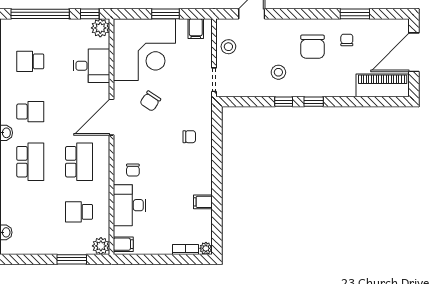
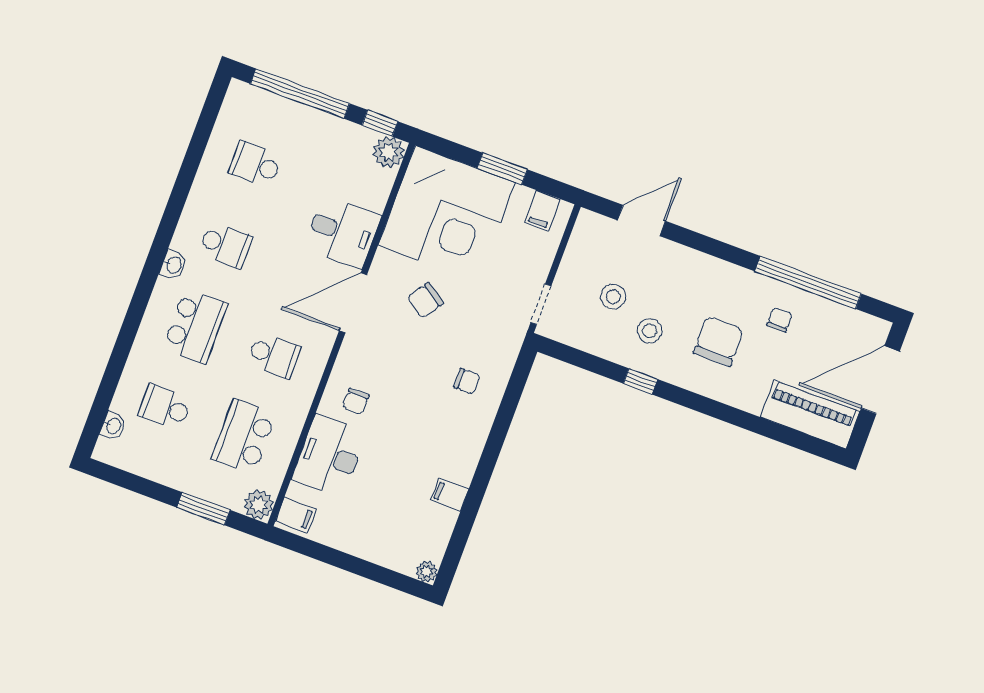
window: (355, 14) -> (808, 283), width x2.11
stool: (228, 47) -> (613, 297), moved
chair: (312, 47) -> (718, 341), moved, turned 180
desk: (91, 66) -> (342, 232), moved
window: (314, 102) -> (689, 399), removed
school desk: (79, 162) -> (274, 356), width x0.54
school desk: (30, 212) -> (165, 407), added
school desk: (79, 212) -> (244, 437), width x1.85
bookcase: (185, 249) -> (393, 561), removed

